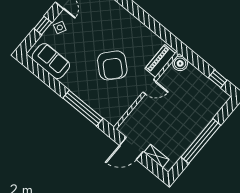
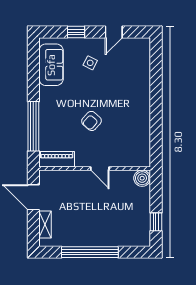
side table: (60, 27) -> (90, 63), moved
piano: (160, 61) -> (57, 159), moved
armchair: (112, 65) -> (92, 121), width x0.53, depth x0.53

